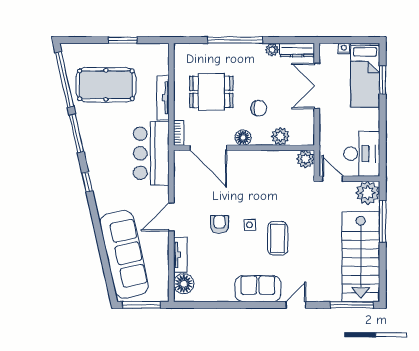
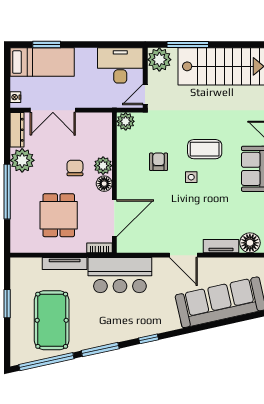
nightstand: (344, 48) -> (15, 97), moved
plant: (272, 50) -> (22, 160), width x1.88, depth x1.88
plant: (280, 136) -> (103, 166), moved
armchair: (220, 224) -> (159, 162), moved, turned 90

